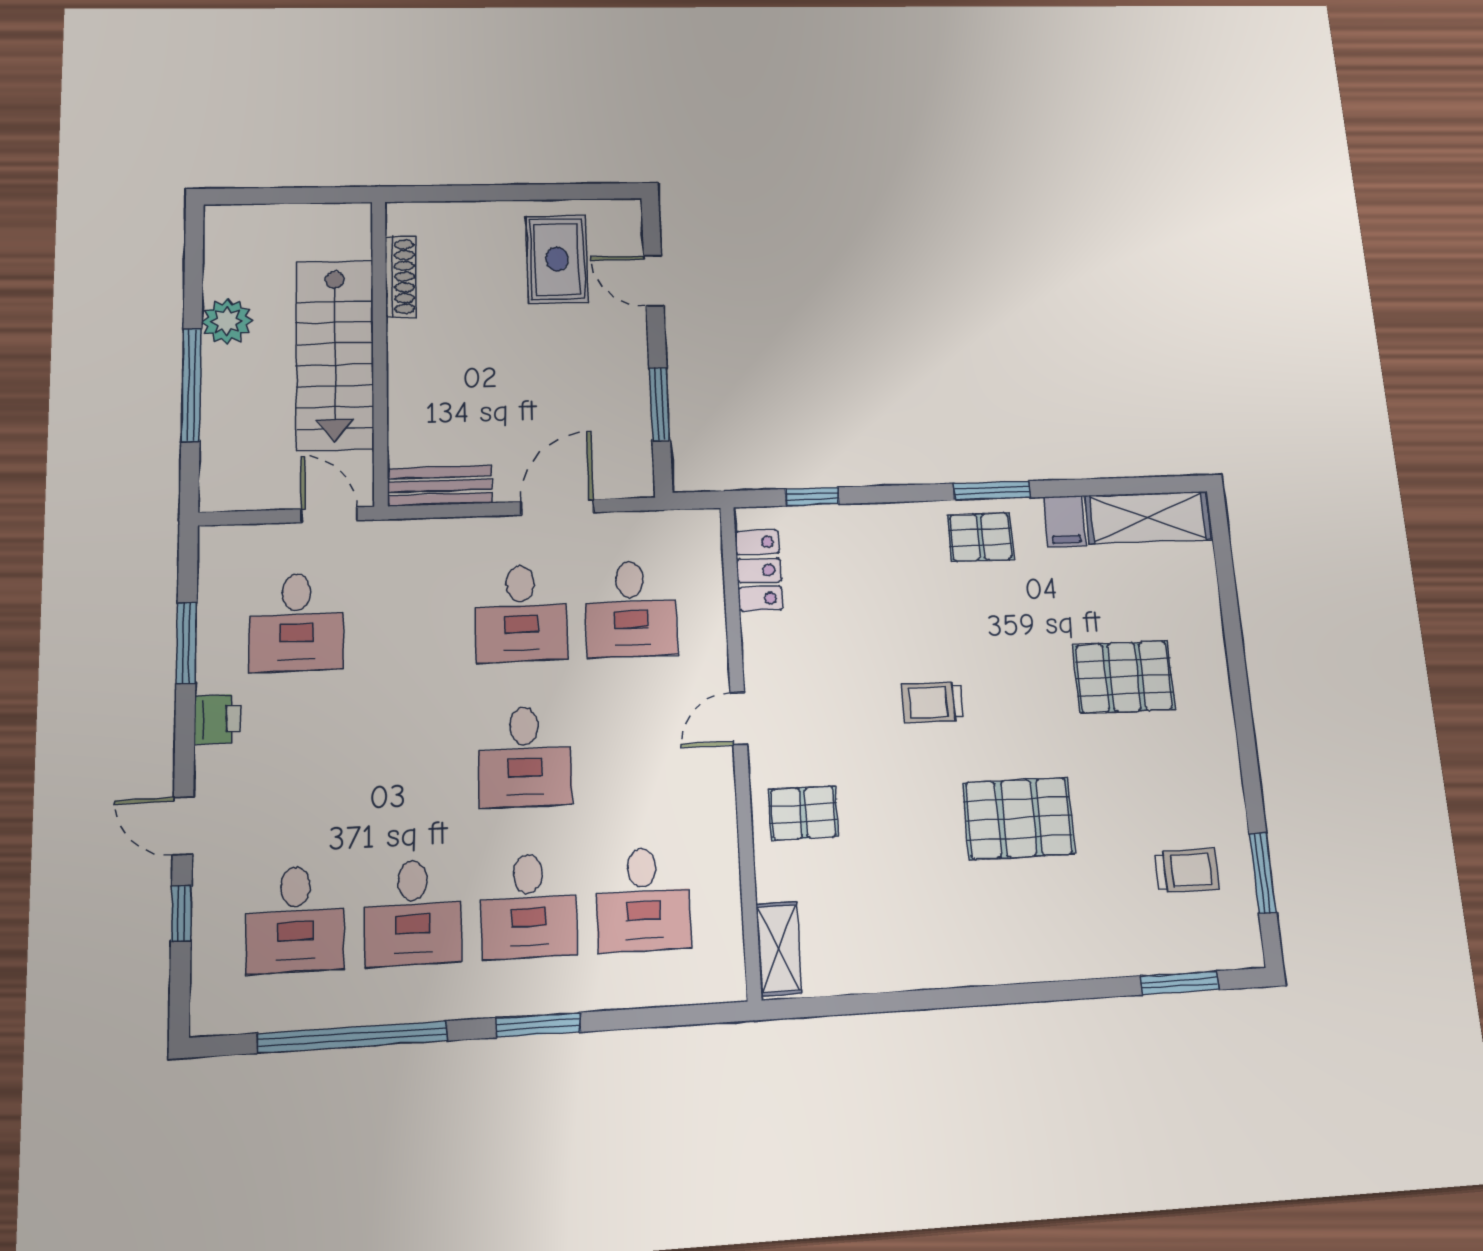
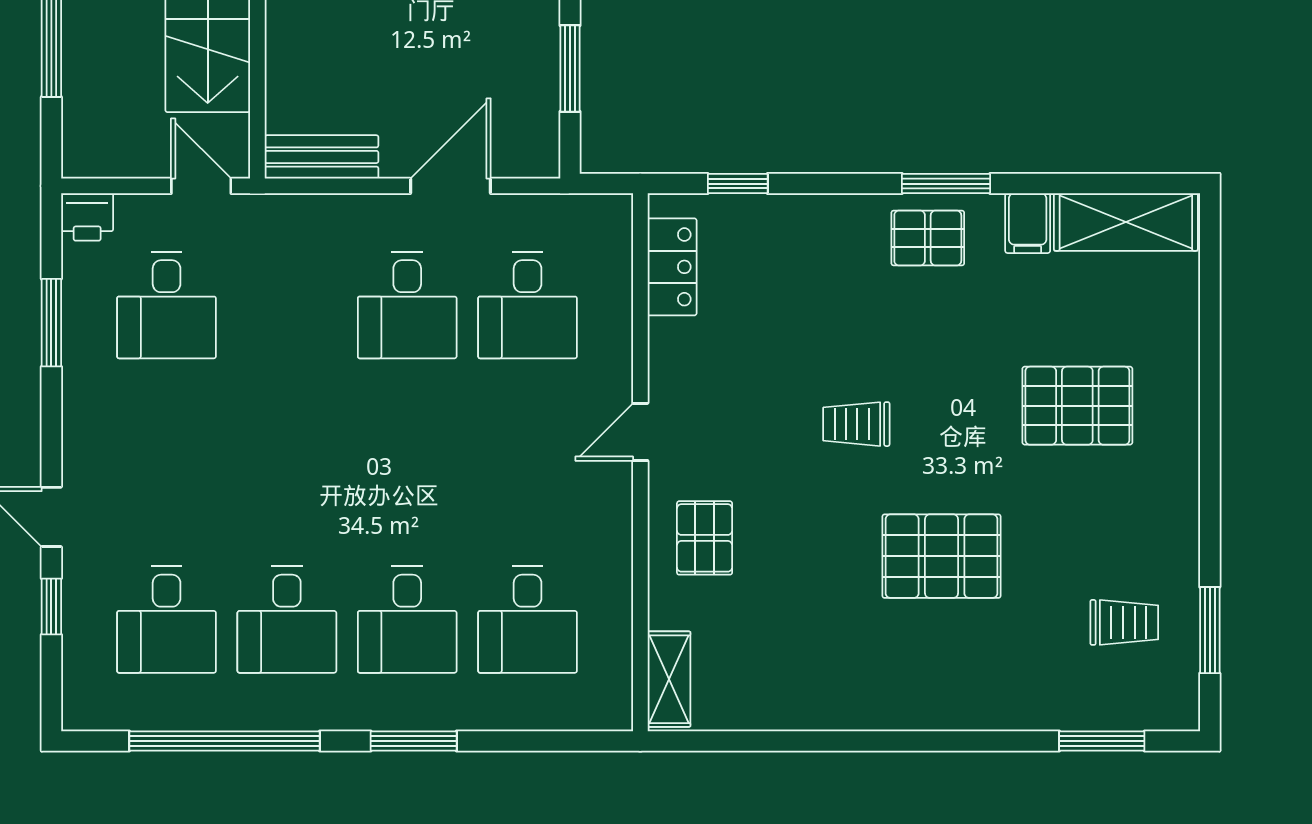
printer: (217, 719) -> (87, 217), moved, turned 90
desk: (525, 757) -> (407, 462), removed
pallet: (803, 813) -> (705, 538), turned 90

